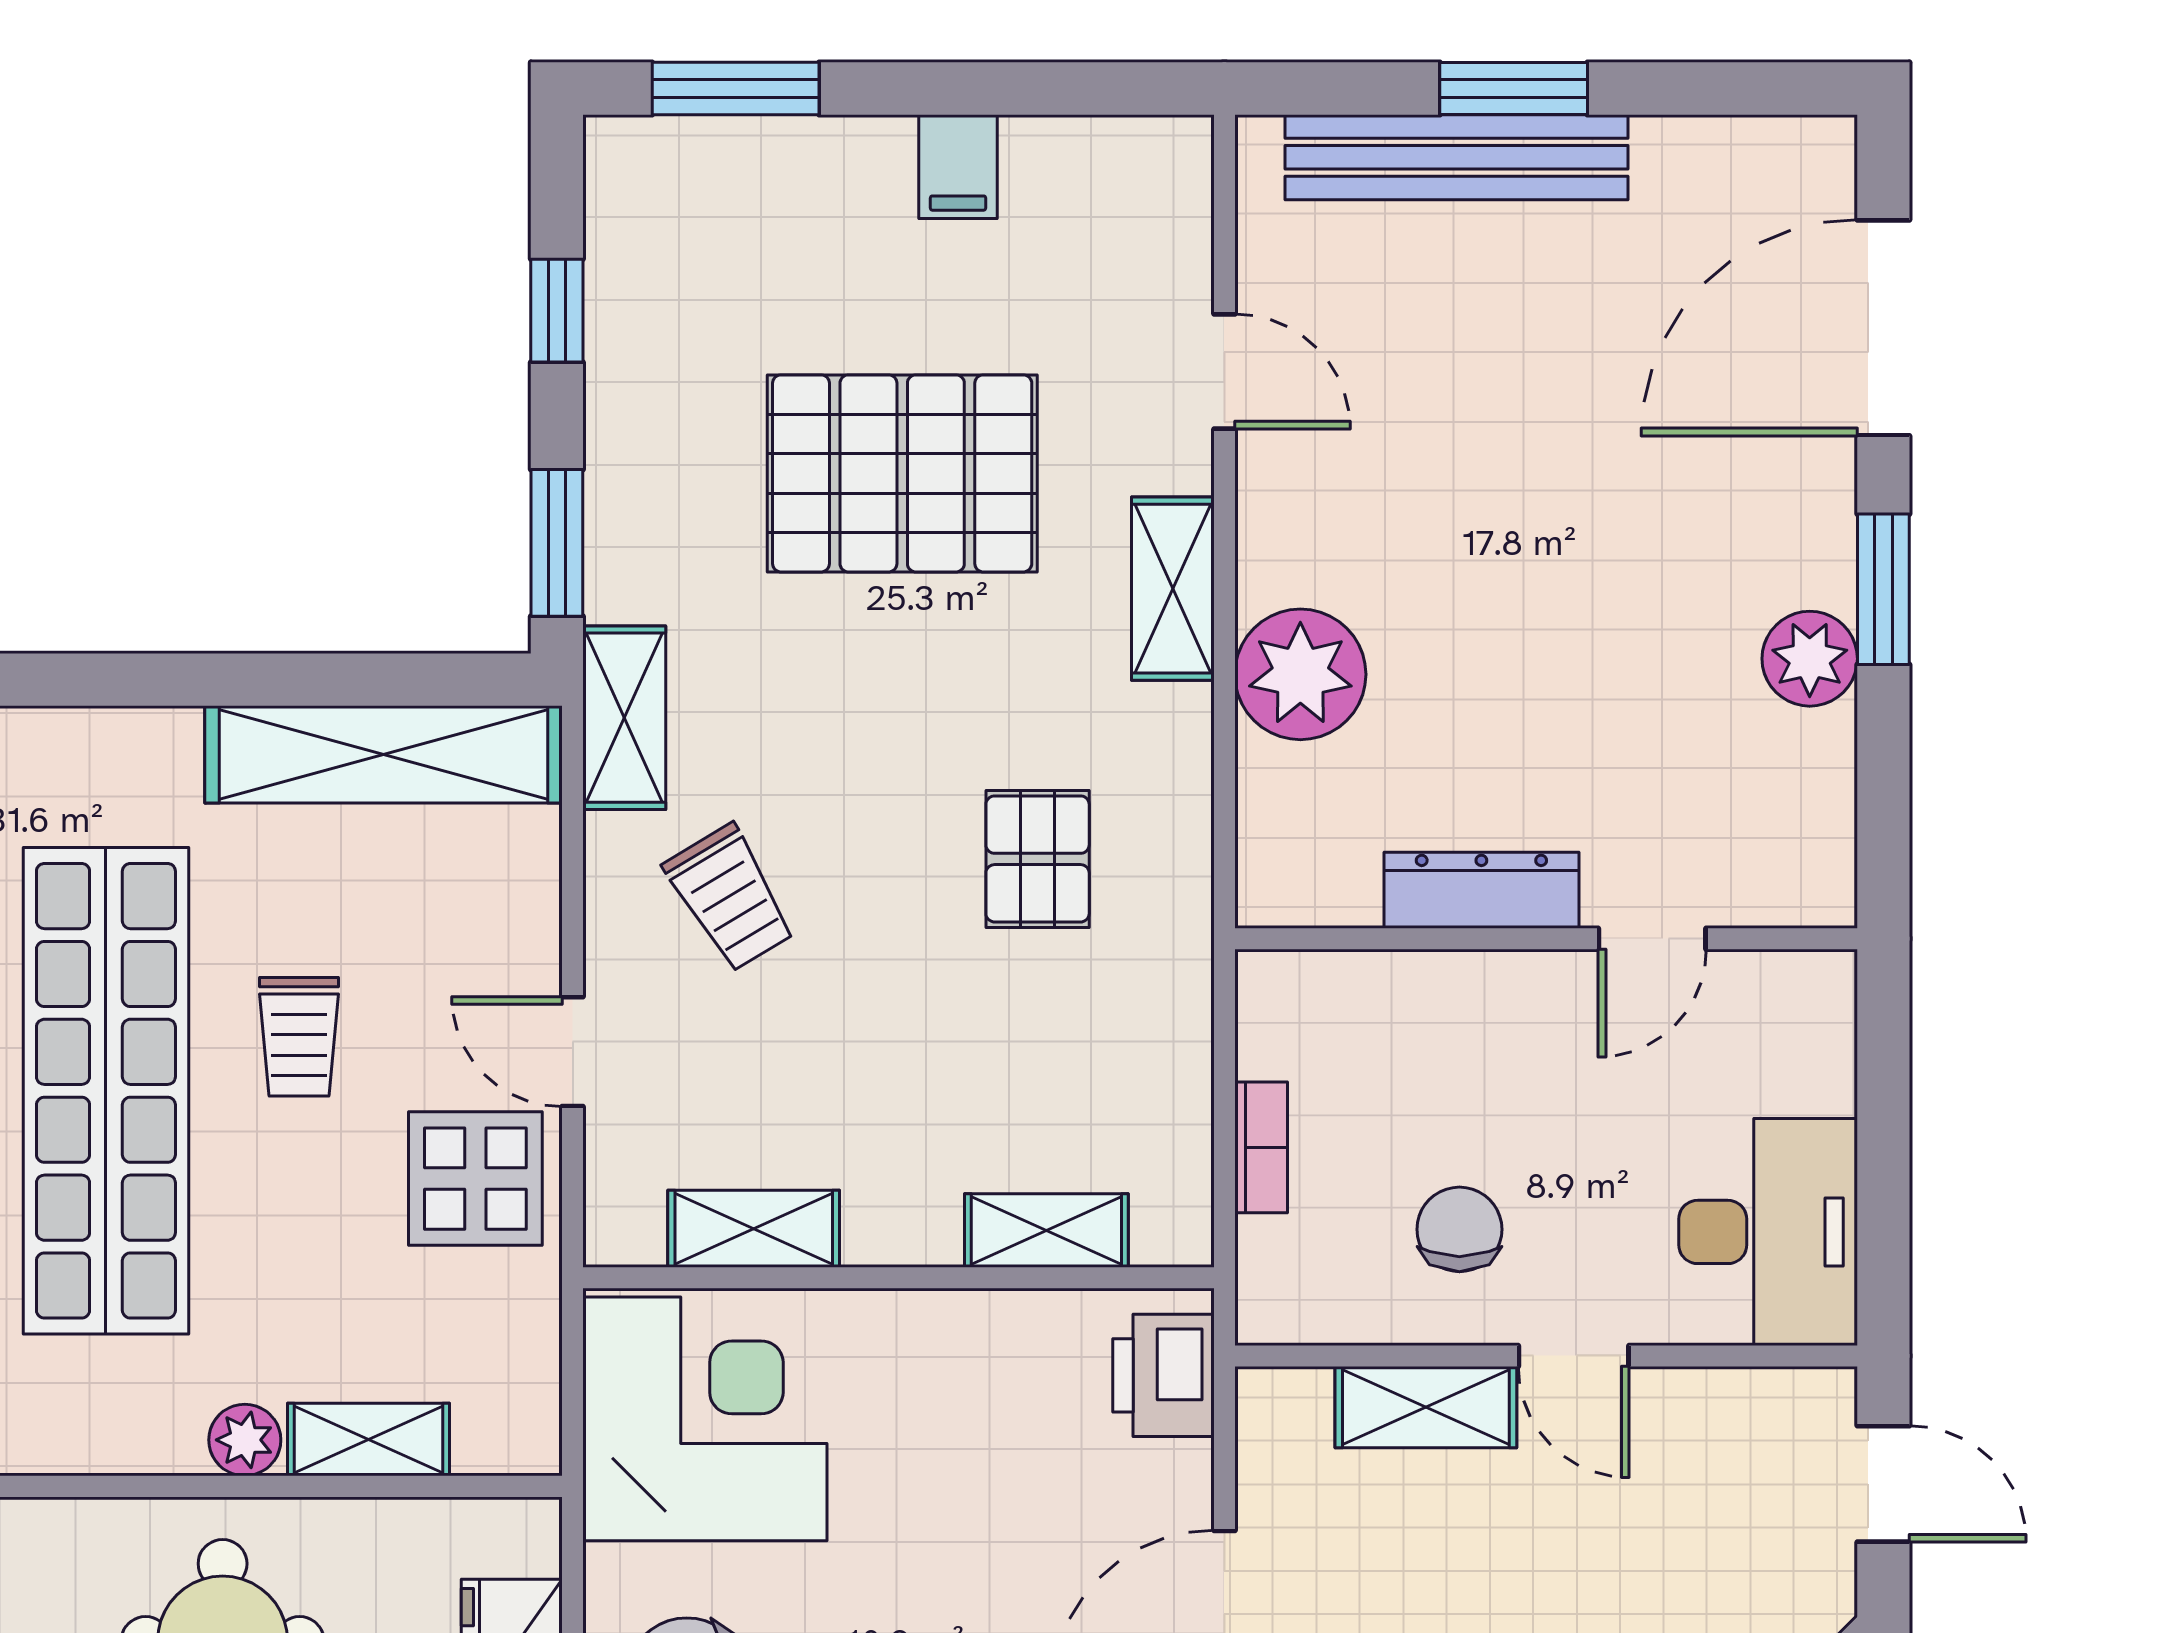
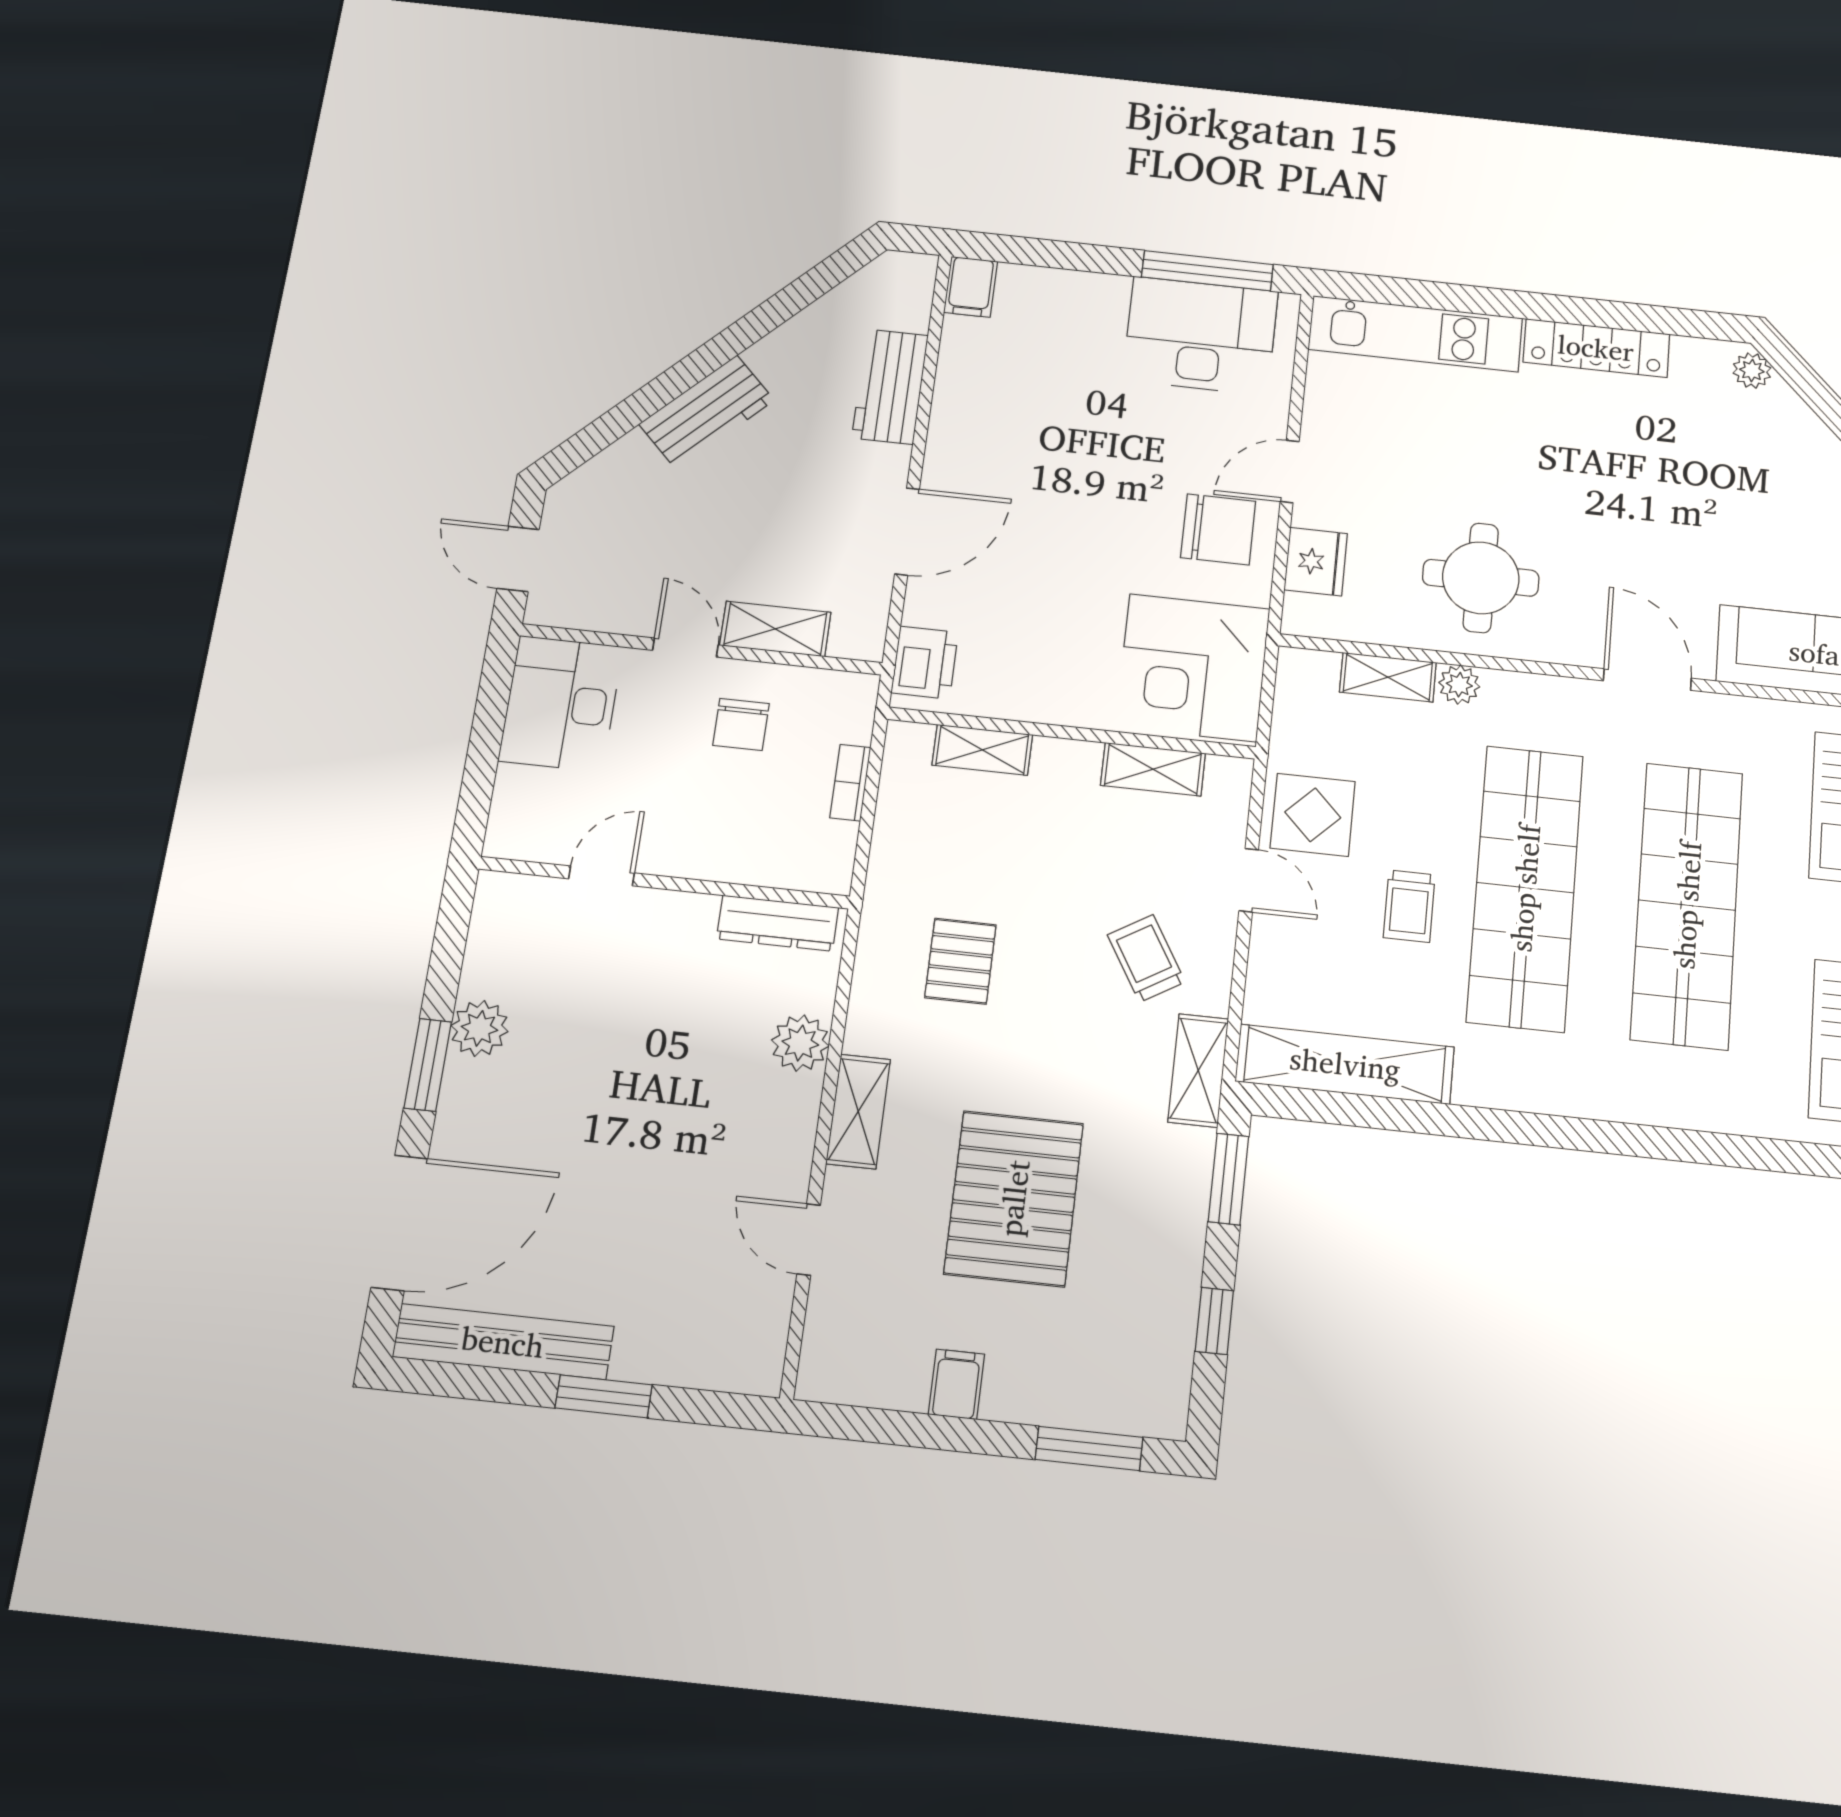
bench: (1457, 157) -> (503, 1342), moved
pallet: (902, 473) -> (1014, 1198), turned 90
plant: (1300, 674) -> (800, 1043), width x0.73, depth x0.73
dresser: (1481, 890) -> (778, 923), moved
trolley: (299, 1037) -> (1409, 906), turned 180

